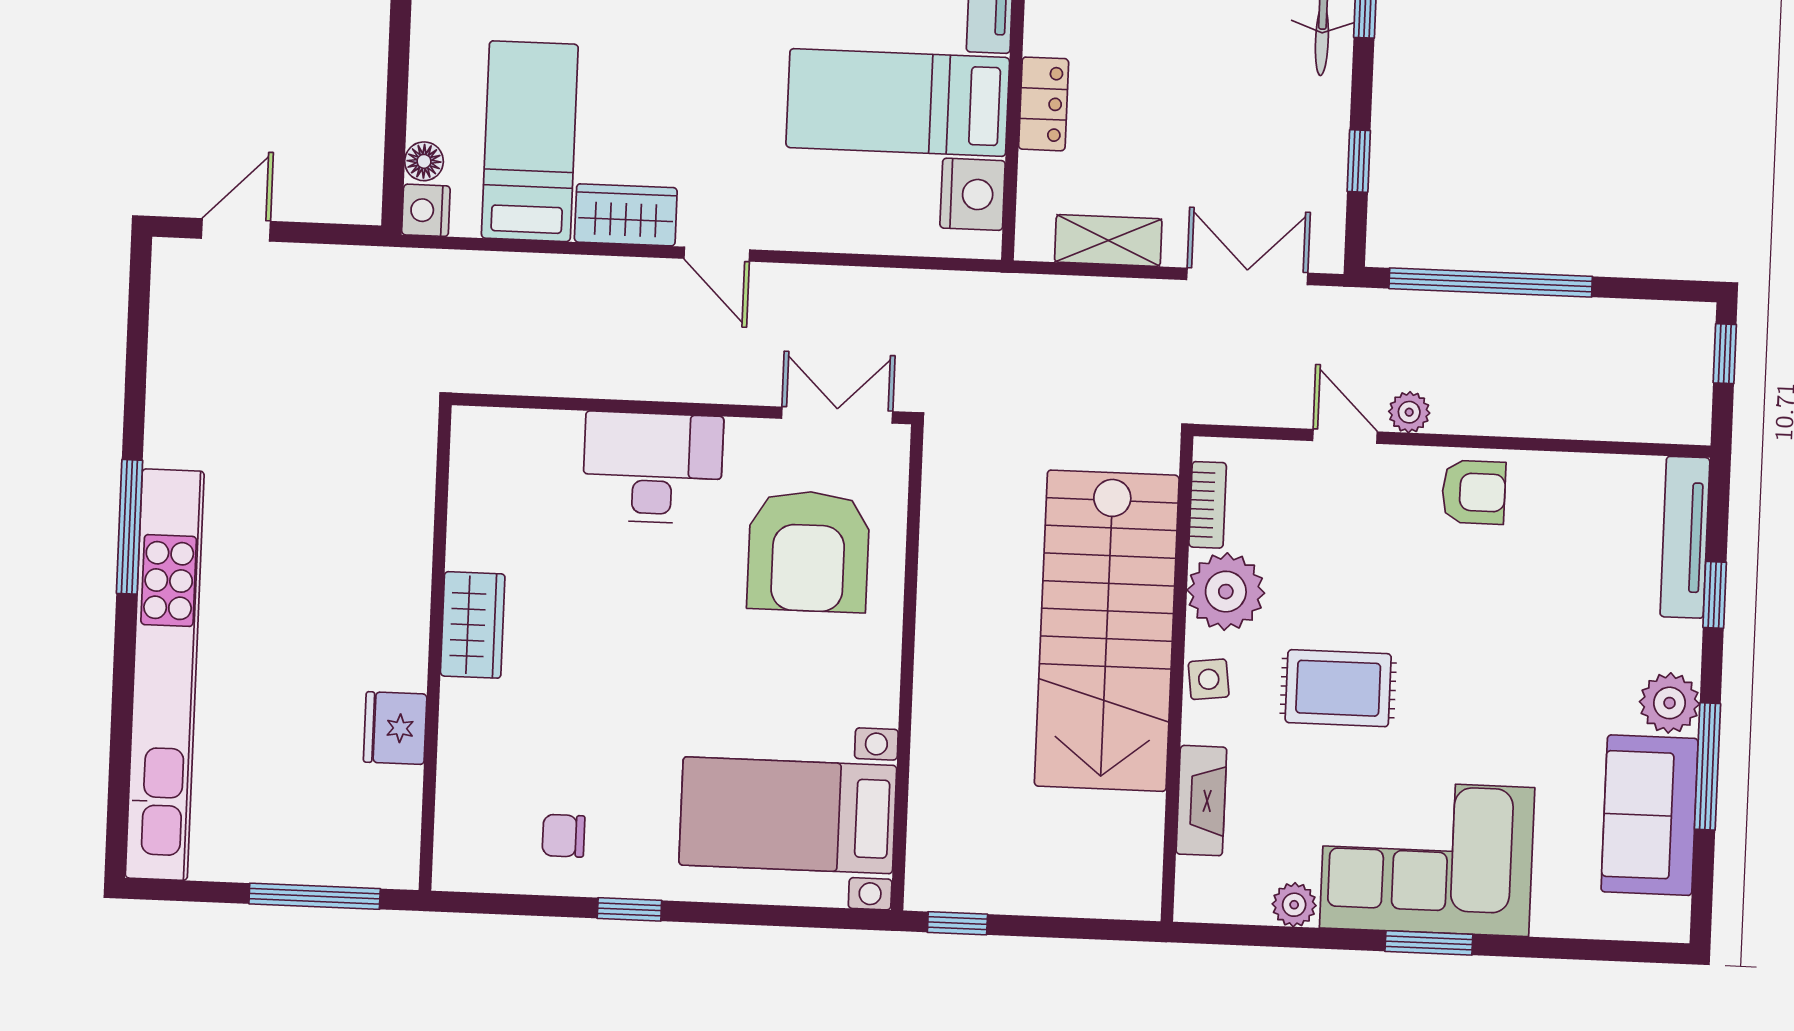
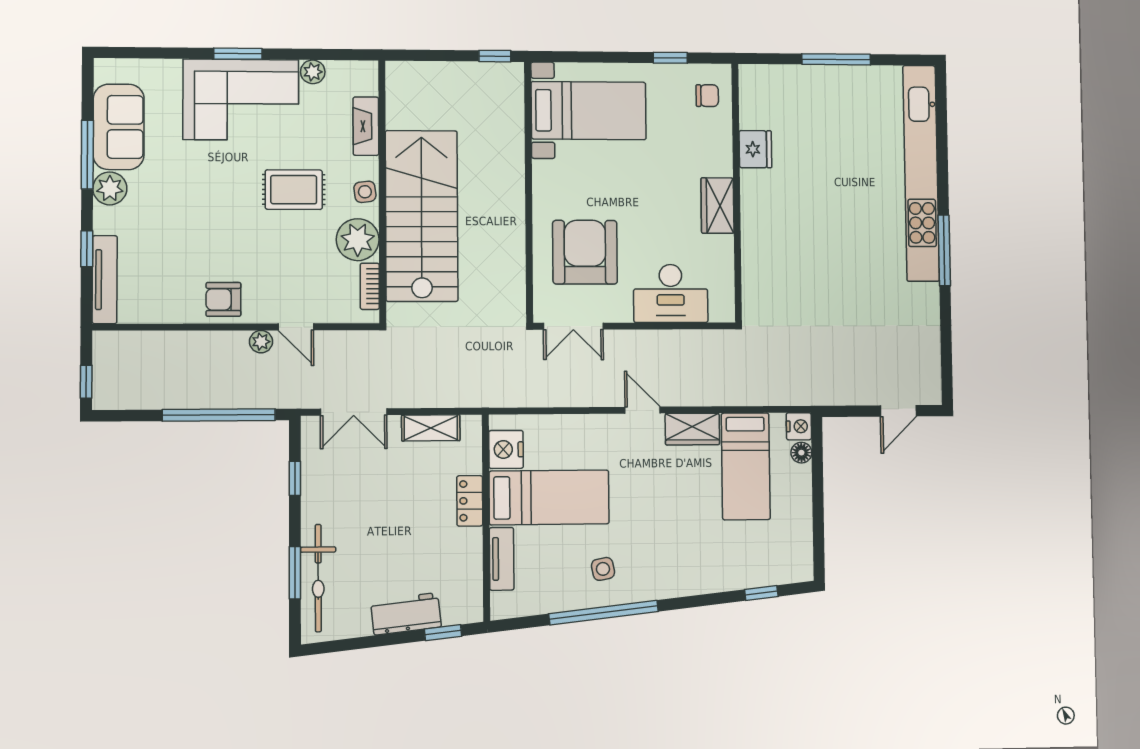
wardrobe: (473, 625) -> (717, 206), moved
wall: (435, 648) -> (737, 193), moved
fridge: (395, 728) -> (755, 149), moved

